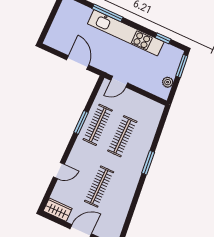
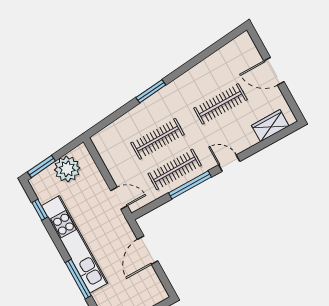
plant: (168, 82) -> (67, 169), width x1.88, depth x1.88
window: (81, 122) -> (190, 185), width x1.44
door: (59, 171) -> (229, 163), moved
wardrobe: (58, 210) -> (270, 126), moved, turned 90

